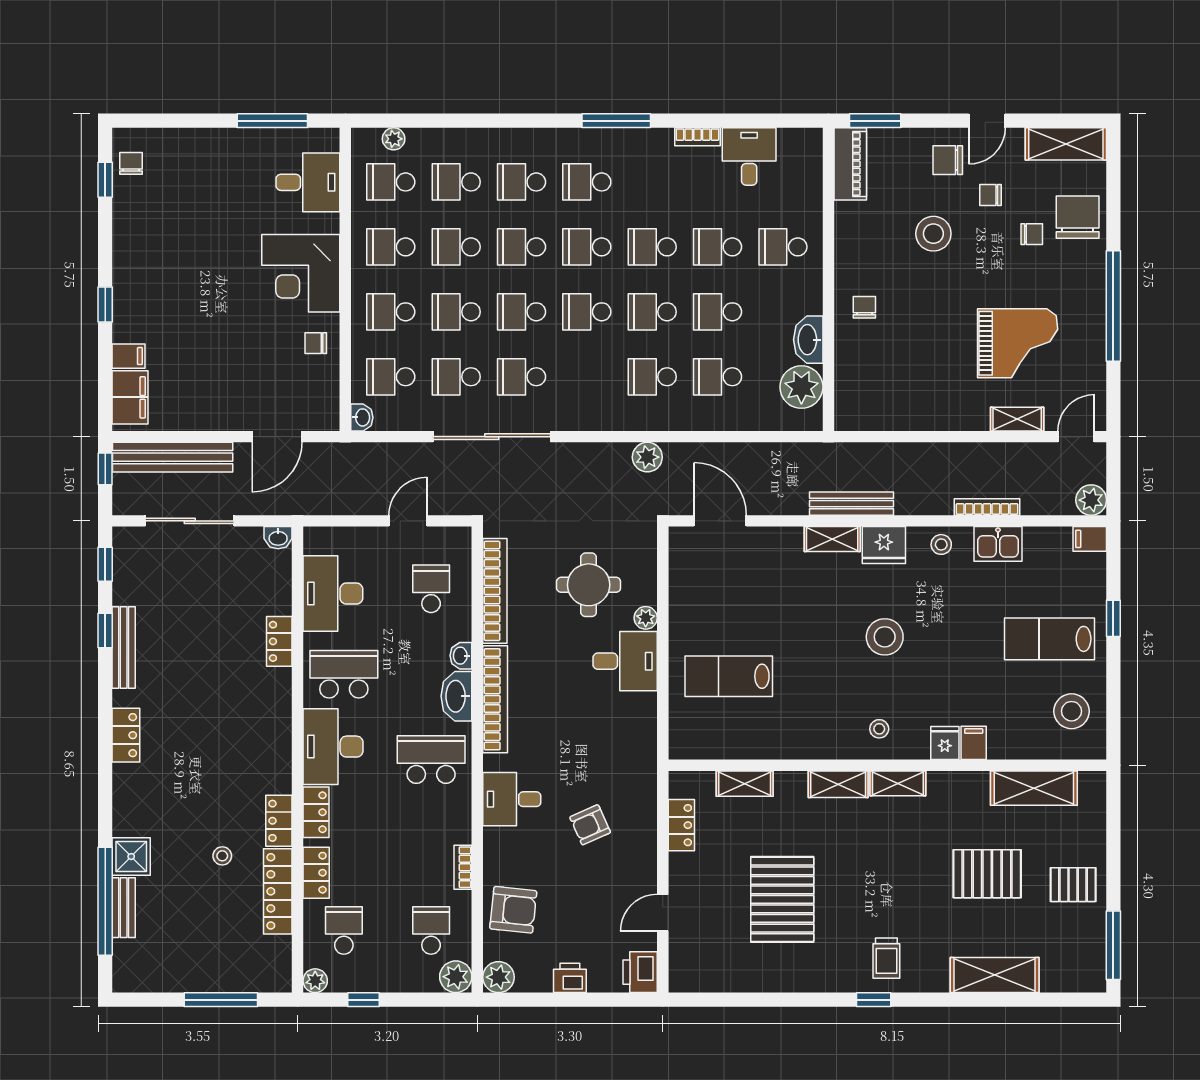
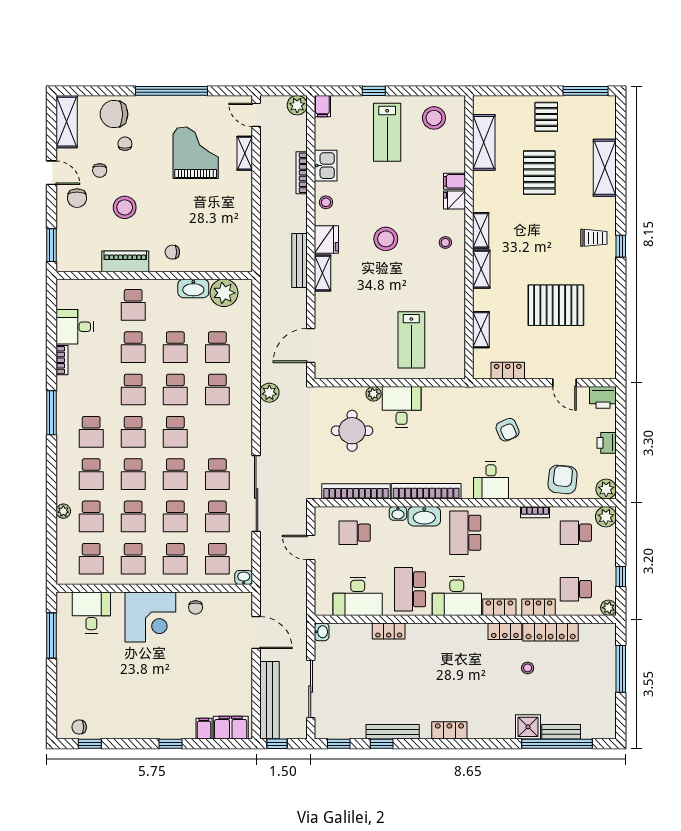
plant: (394, 139) -> (63, 511), moved
piano: (850, 164) -> (125, 261), moved

